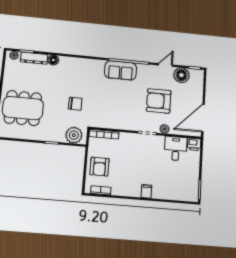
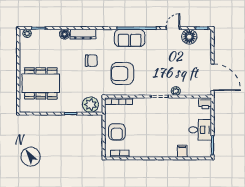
dresser: (34, 58) -> (83, 34), moved
armchair: (159, 101) -> (122, 74), moved
chair: (75, 104) -> (91, 61), moved
door: (203, 118) -> (213, 77), swing flipped
desk: (176, 149) -> (200, 130), moved, turned 90
filing cabinet: (146, 191) -> (182, 151), moved

